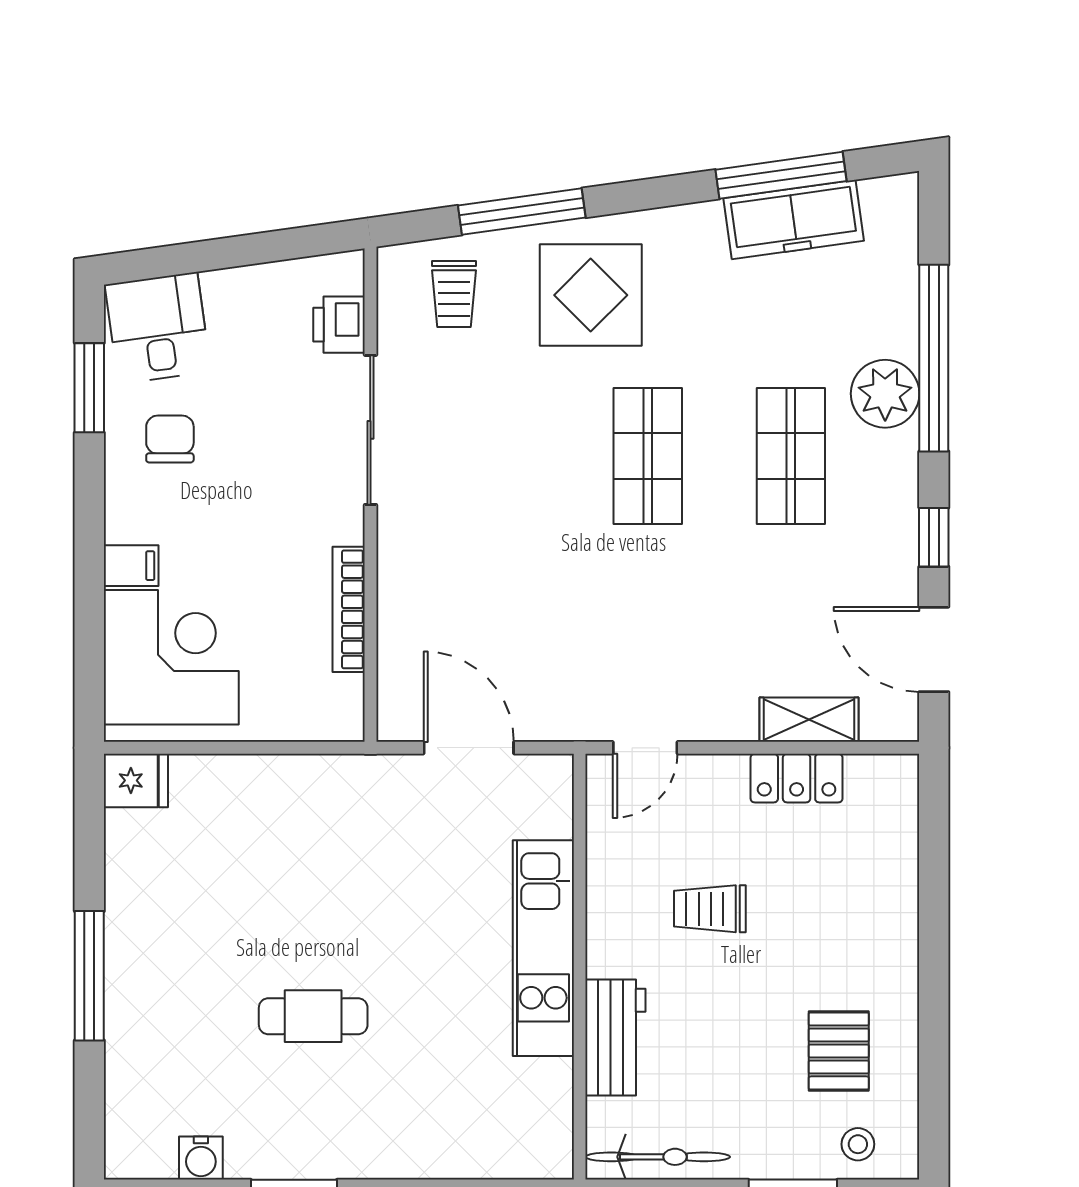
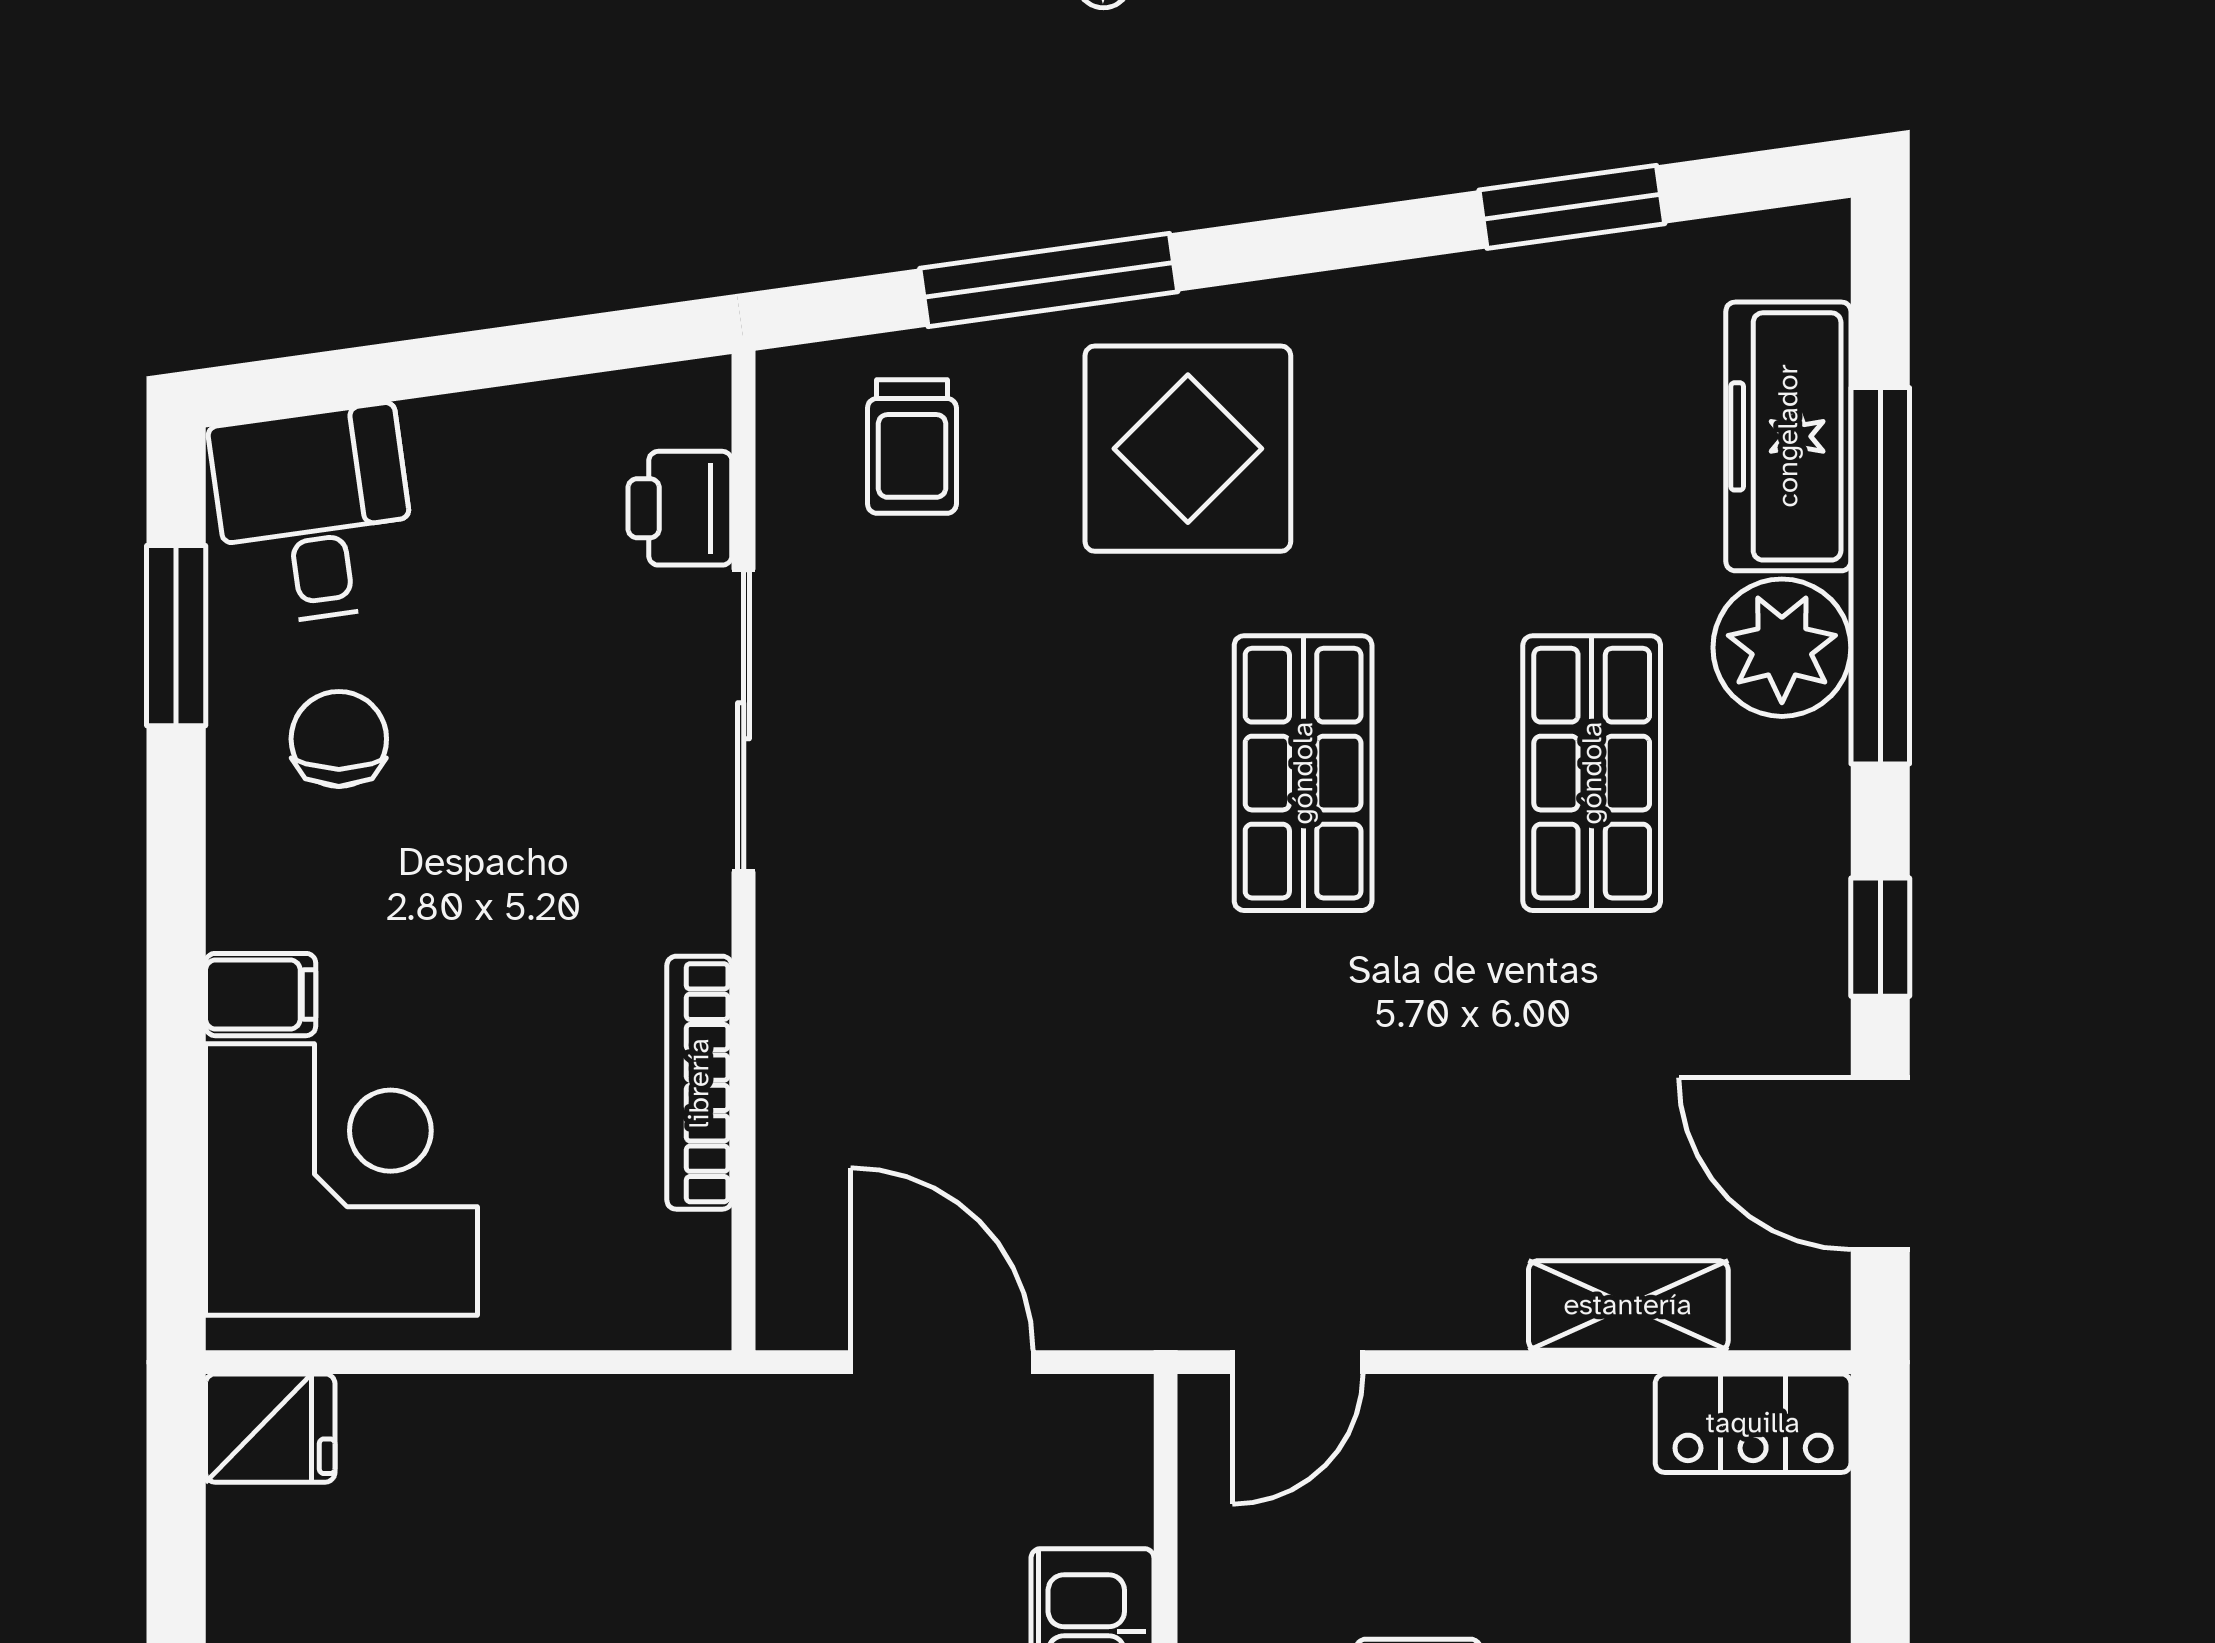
window: (781, 175) -> (1572, 207), width x0.69
freezer: (794, 220) -> (1788, 436), moved, turned 98
locker: (797, 778) -> (1753, 1423), moved

